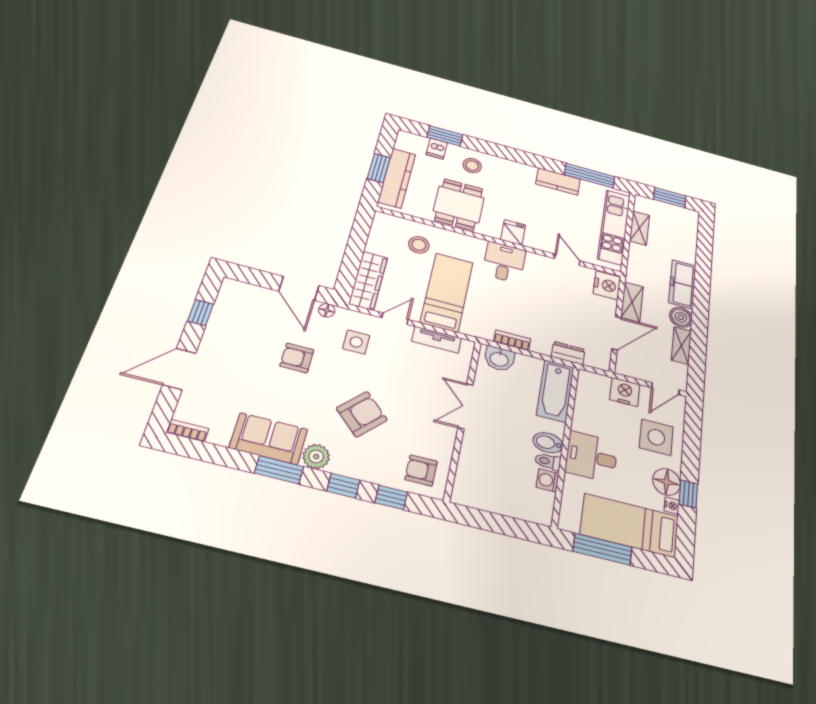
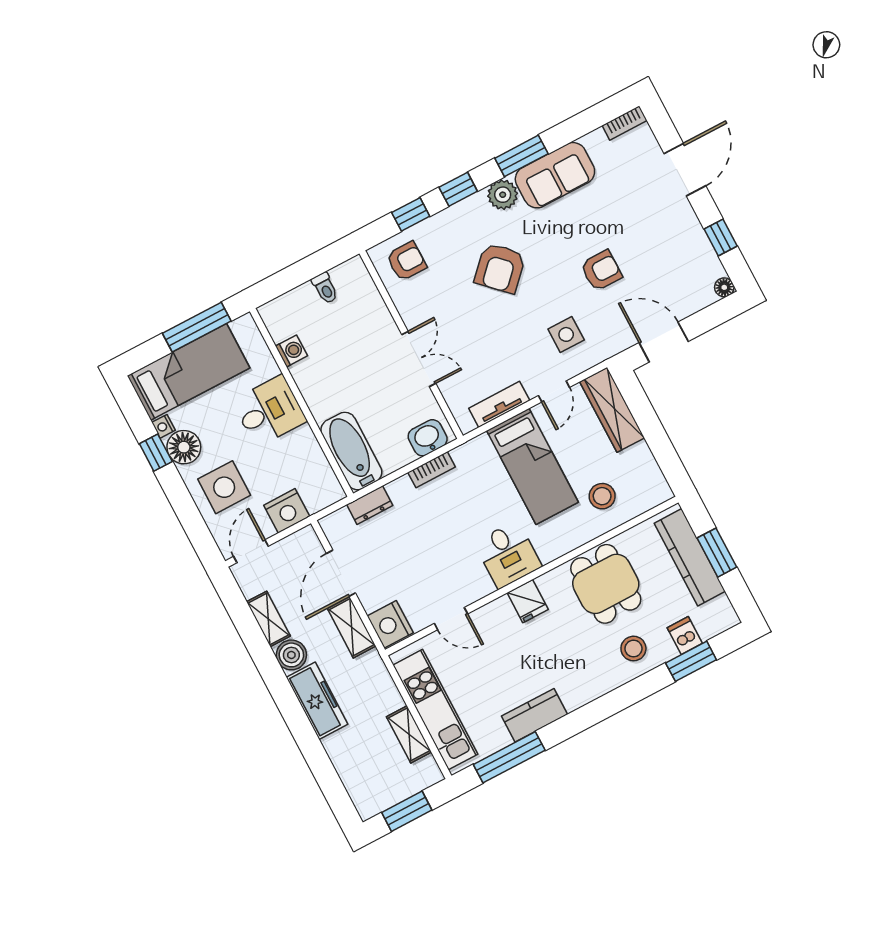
floor lamp: (327, 310) -> (724, 287), moved
bidet: (548, 443) -> (318, 389), removed
toilet: (548, 462) -> (325, 288), moved, turned 90

